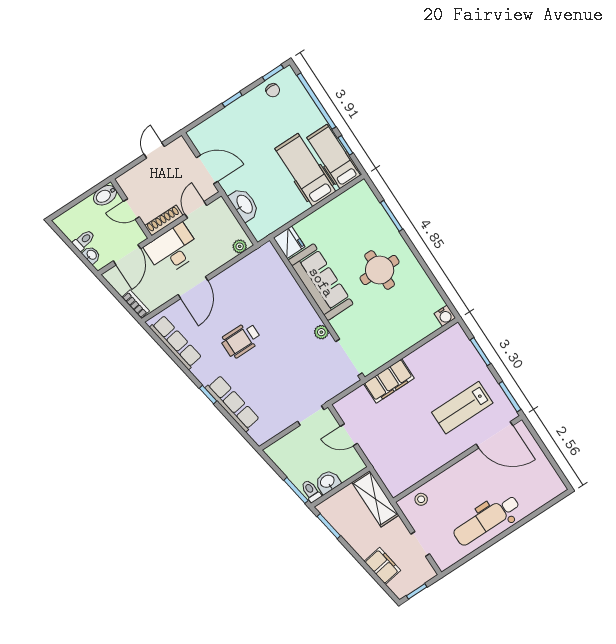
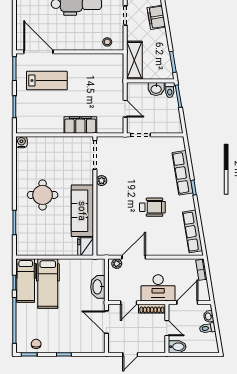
door: (193, 288) -> (134, 257), moved

